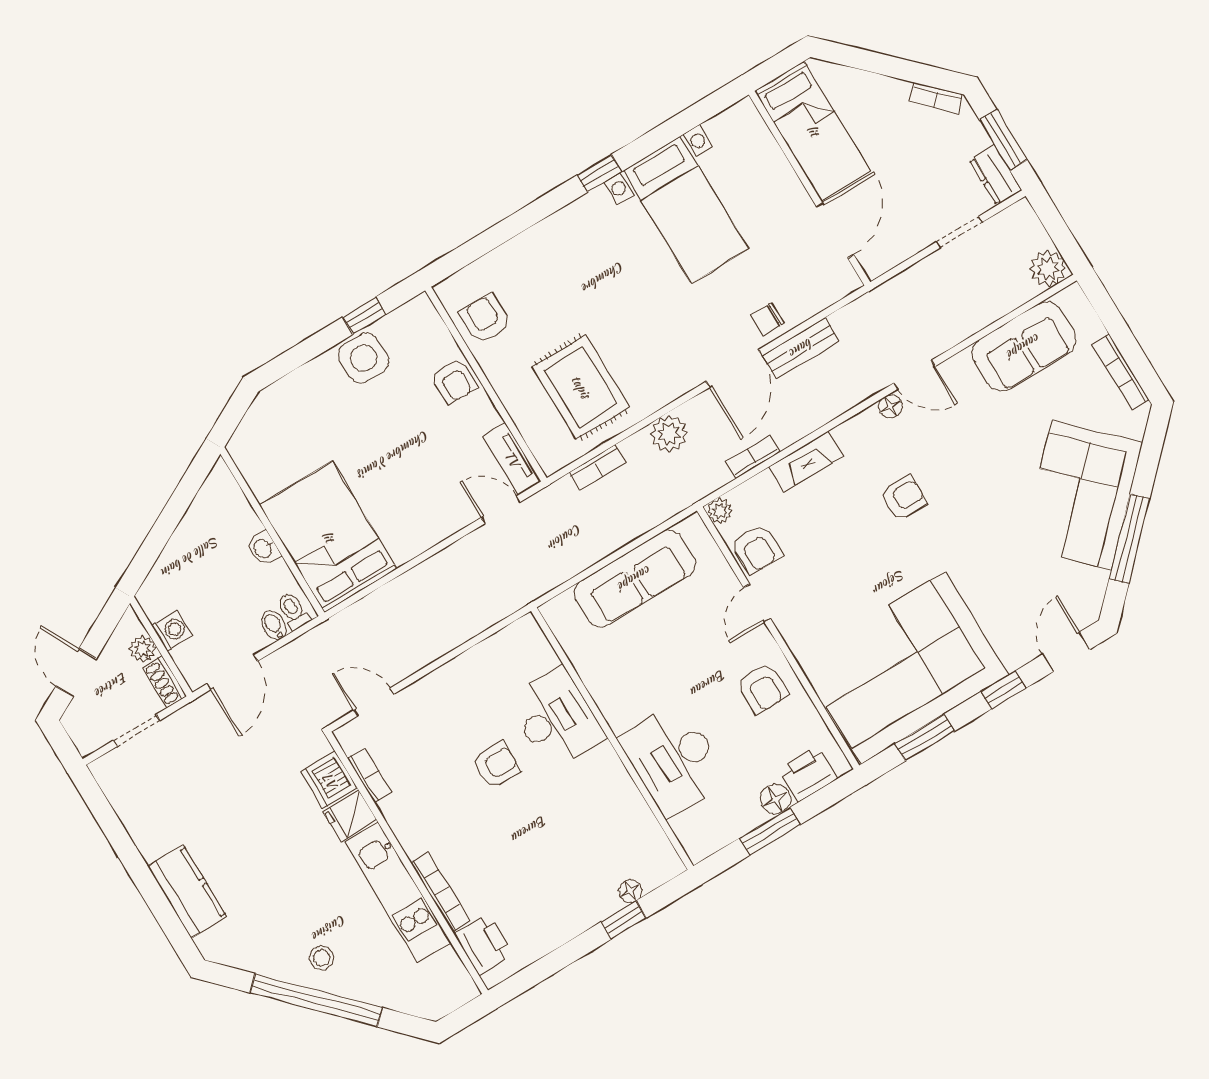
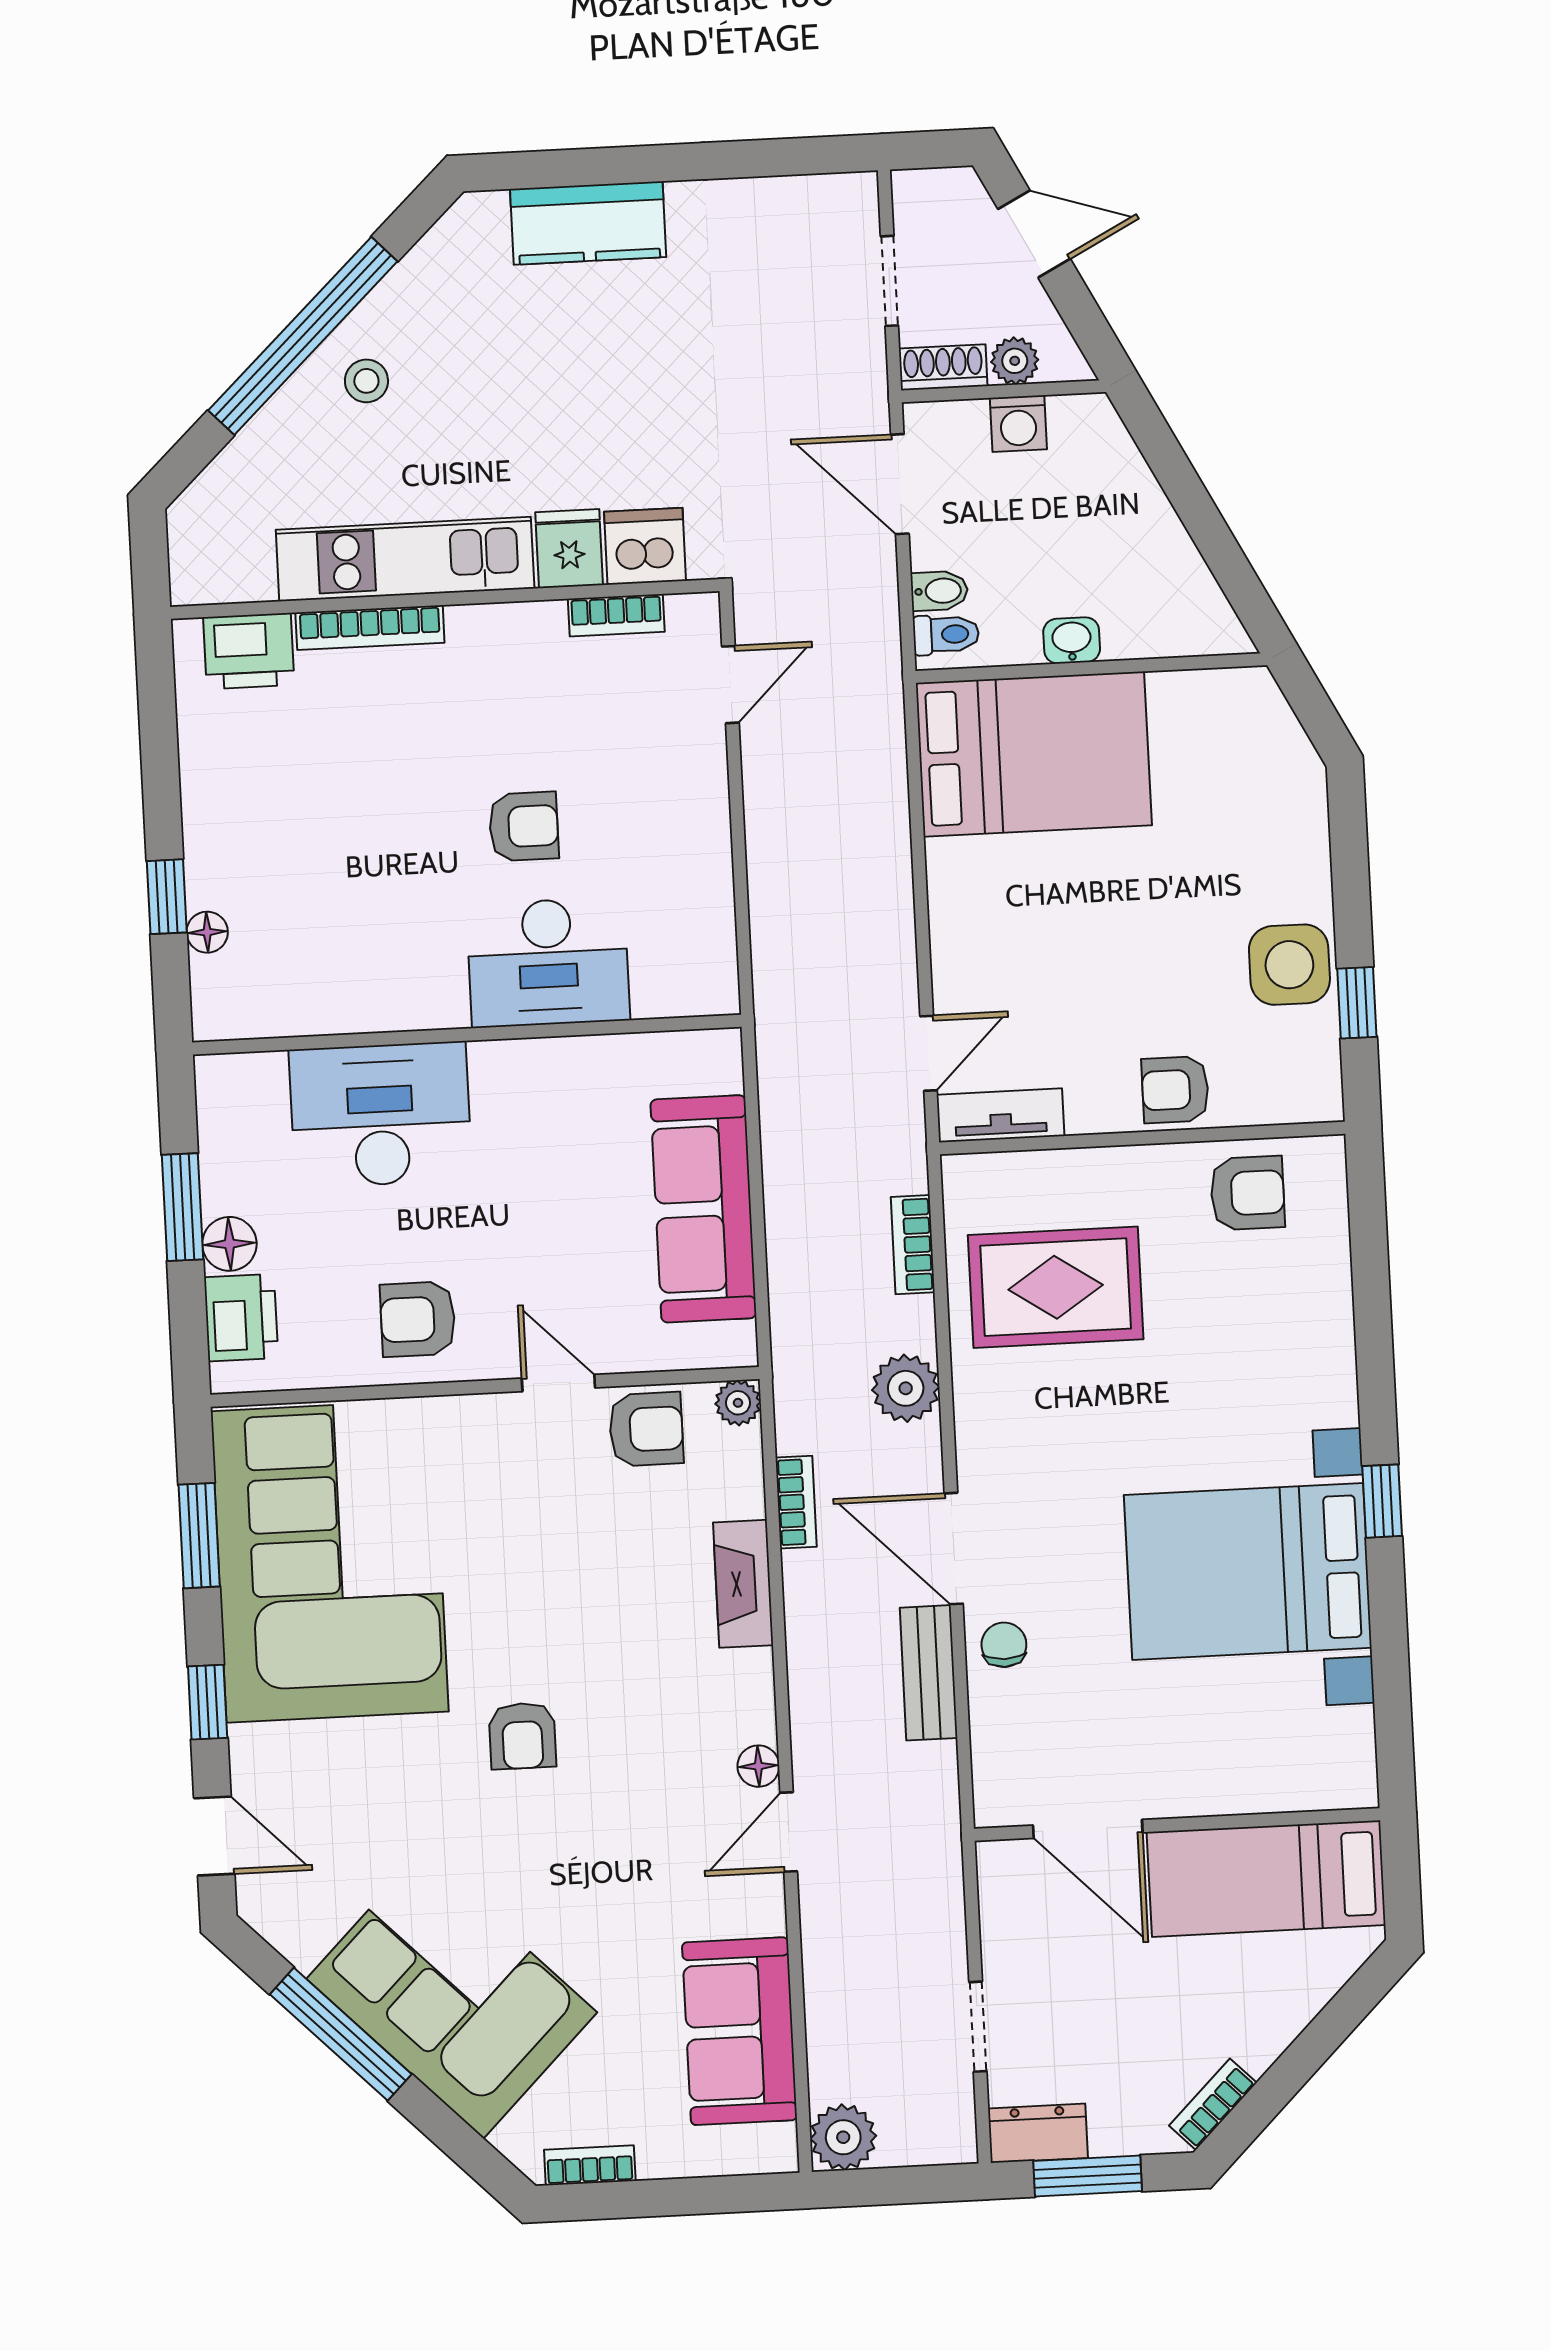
bed with nightstands: (686, 210) -> (1248, 1571), width x1.36
bookcase: (1121, 372) -> (590, 2165), width x0.64
armchair: (903, 498) -> (522, 1736), moved
armchair: (757, 549) -> (646, 1429), turned 180
armchair: (496, 765) -> (524, 826), turned -90

